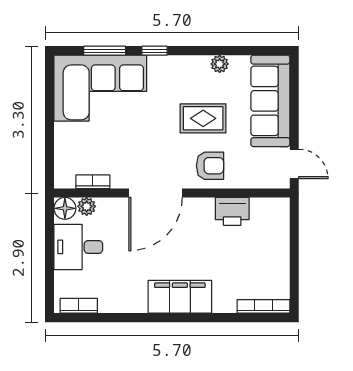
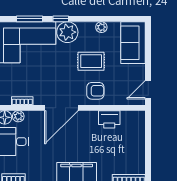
plant: (165, 72) -> (67, 32), added
sofa: (270, 101) -> (133, 43), width x0.73
door: (294, 164) -> (148, 90), swing flipped

